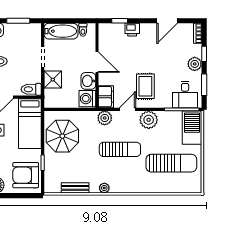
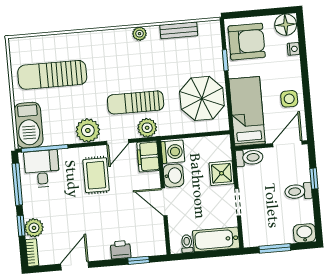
plant: (195, 64) -> (34, 228), moved
window: (204, 85) -> (17, 184), width x1.44
sun lounger: (120, 149) -> (136, 102), moved

